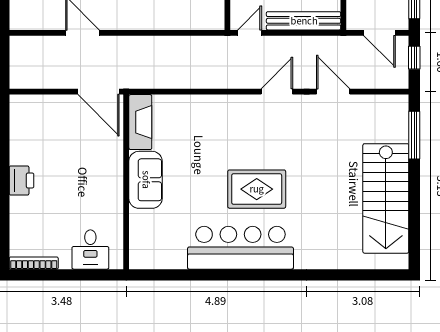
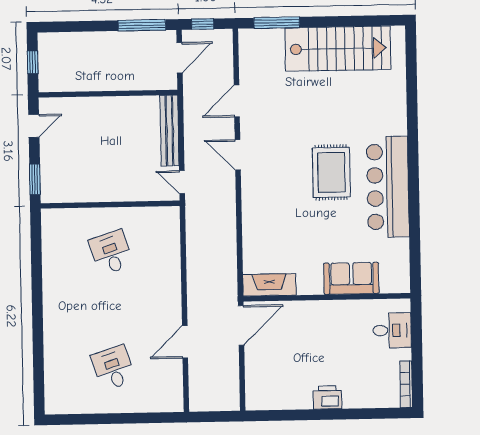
sofa: (146, 180) -> (351, 278), moved

